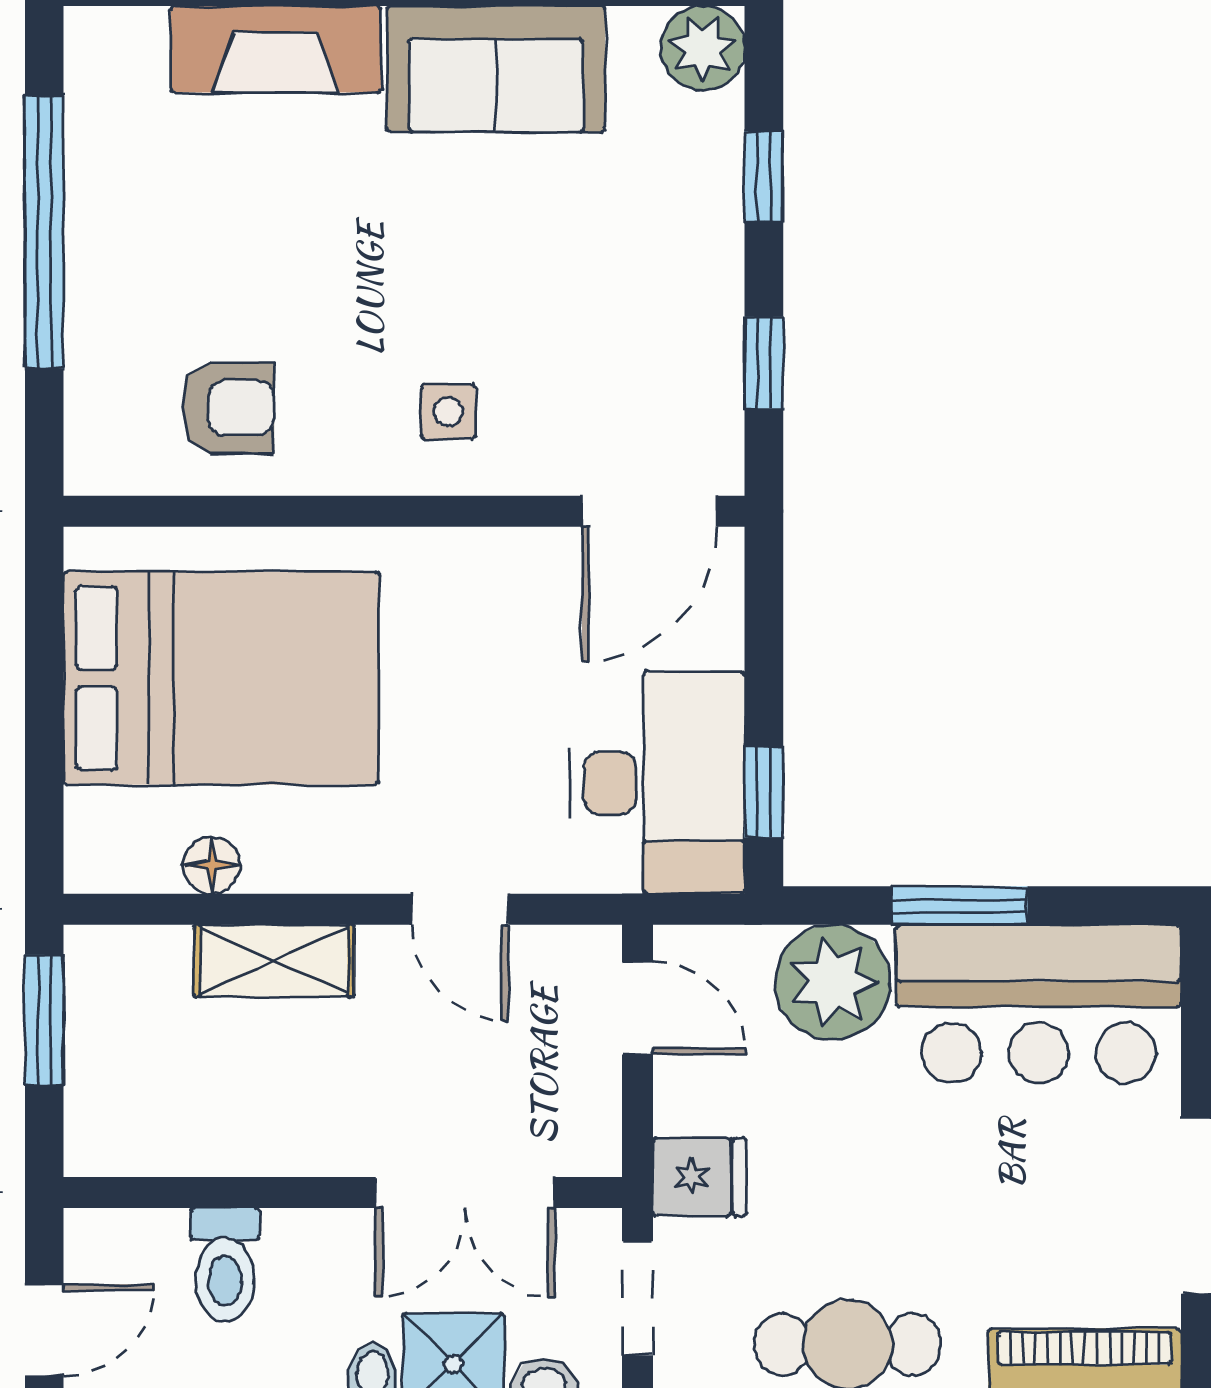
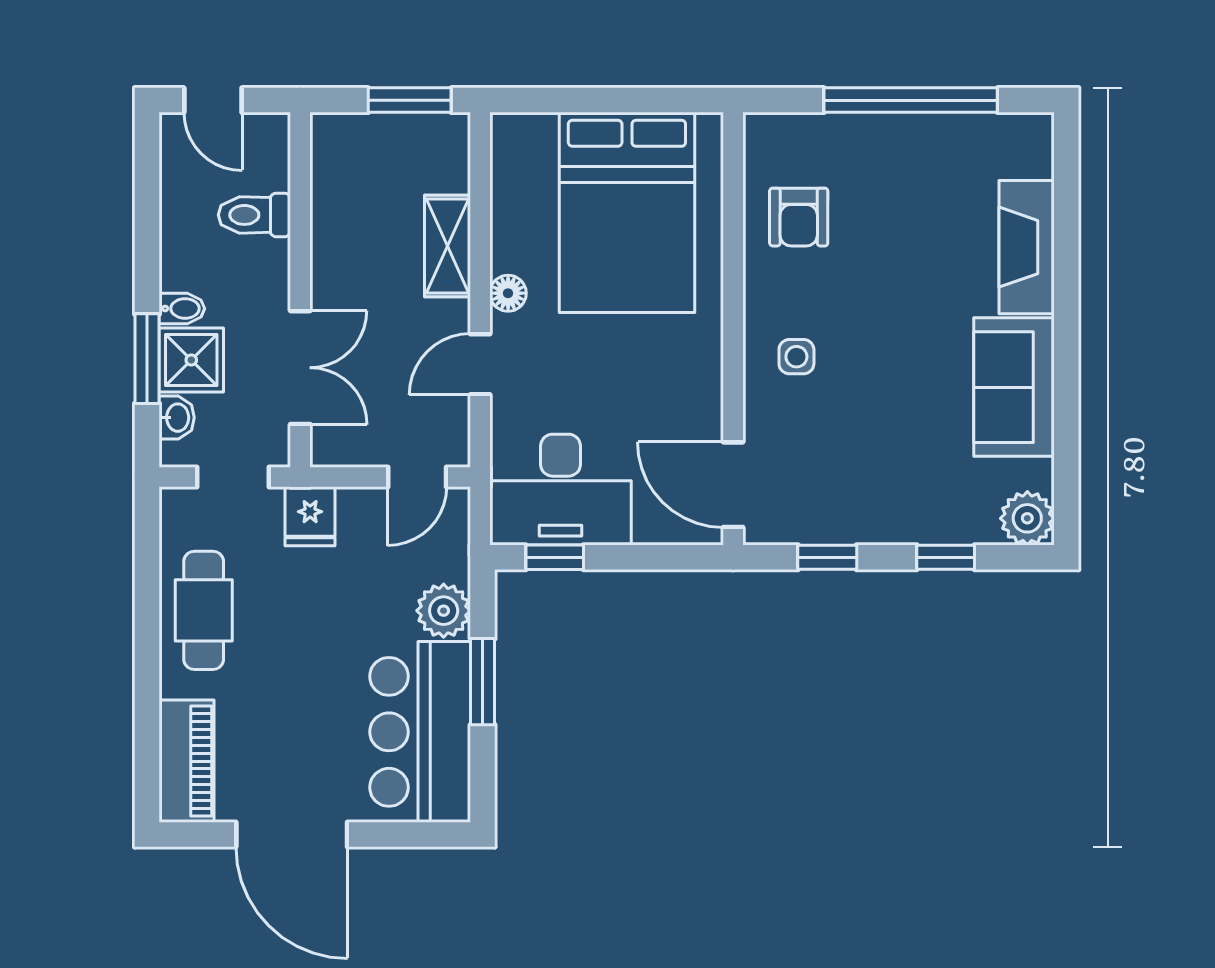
floor lamp: (212, 865) -> (508, 293), moved
plant: (833, 982) -> (444, 611), width x0.73, depth x0.73
double door: (465, 1193) -> (300, 368), swing flipped

